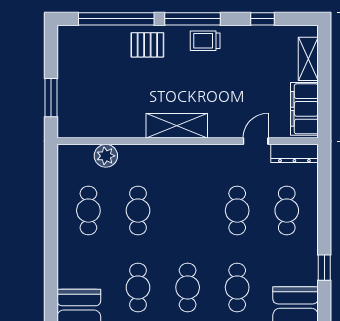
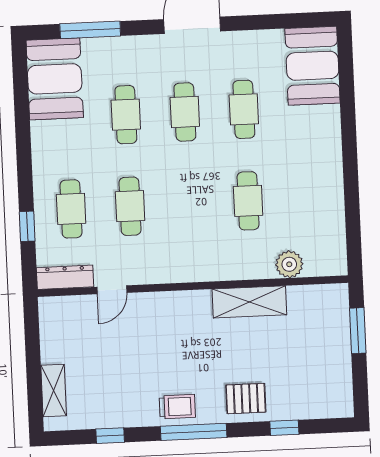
window: (116, 19) -> (284, 428), width x0.32
filing cabinet: (304, 109) -> (56, 331), removed
shelving: (177, 126) -> (249, 302), moved
cafe table: (88, 211) -> (307, 198), removed
window: (324, 268) -> (27, 226), moved

